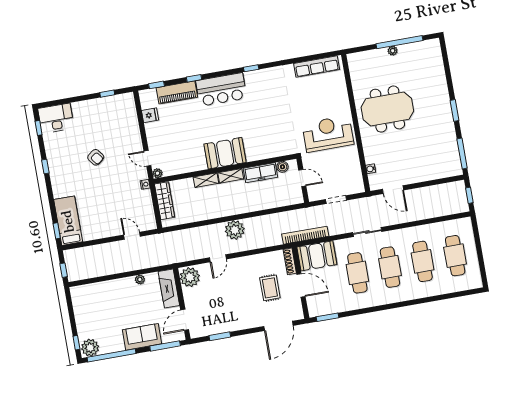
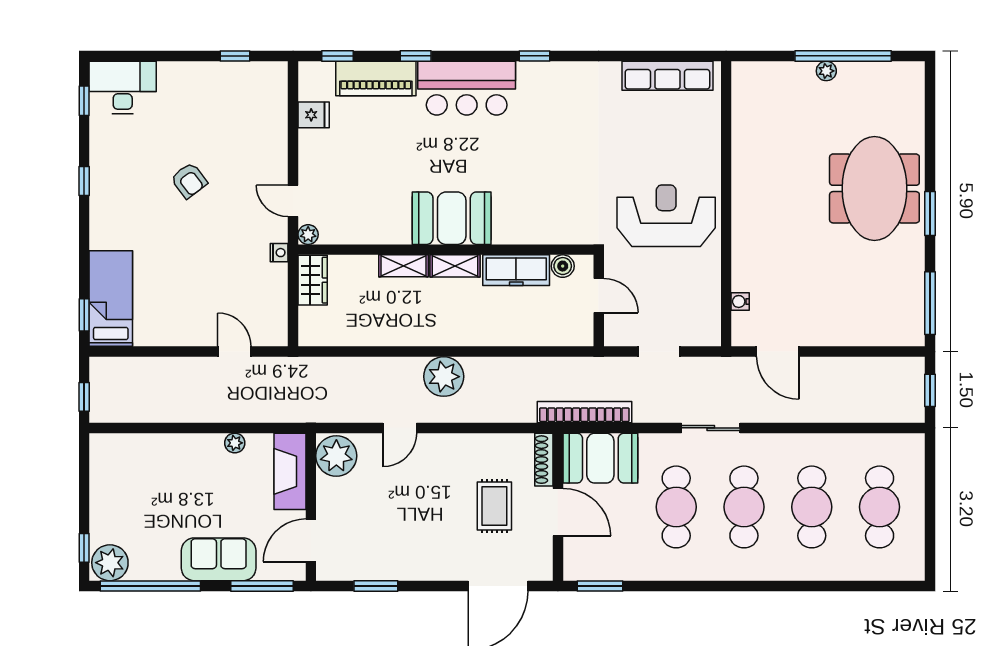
meeting table: (387, 109) -> (874, 188), moved, turned 90
wardrobe: (165, 201) -> (313, 280), width x0.67

